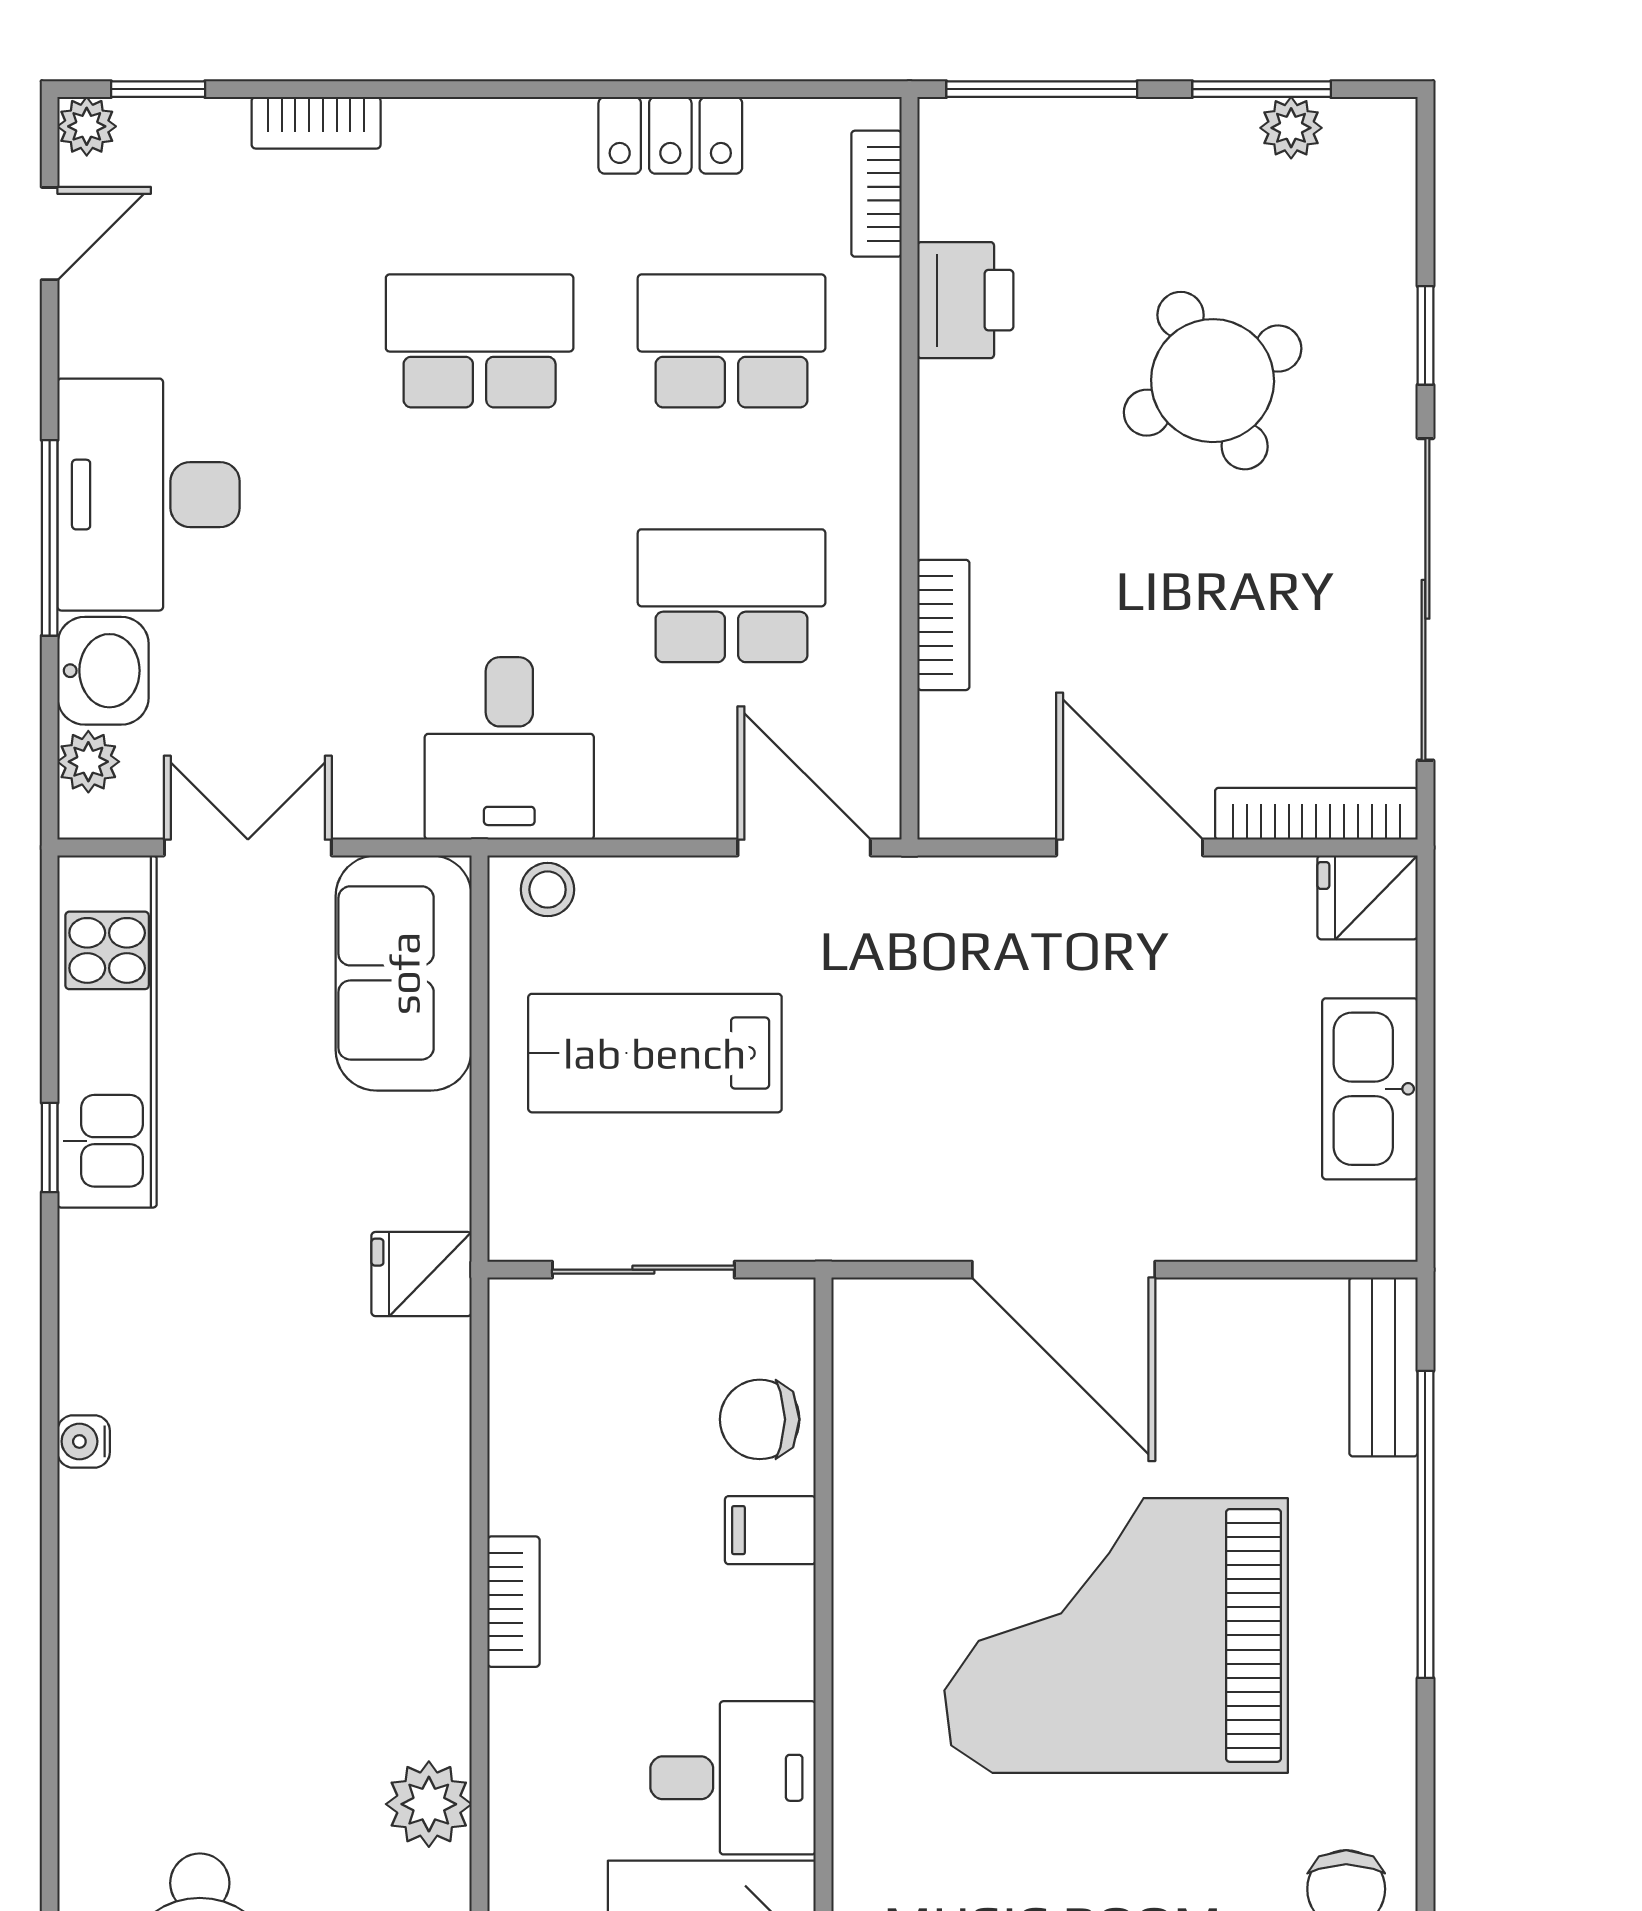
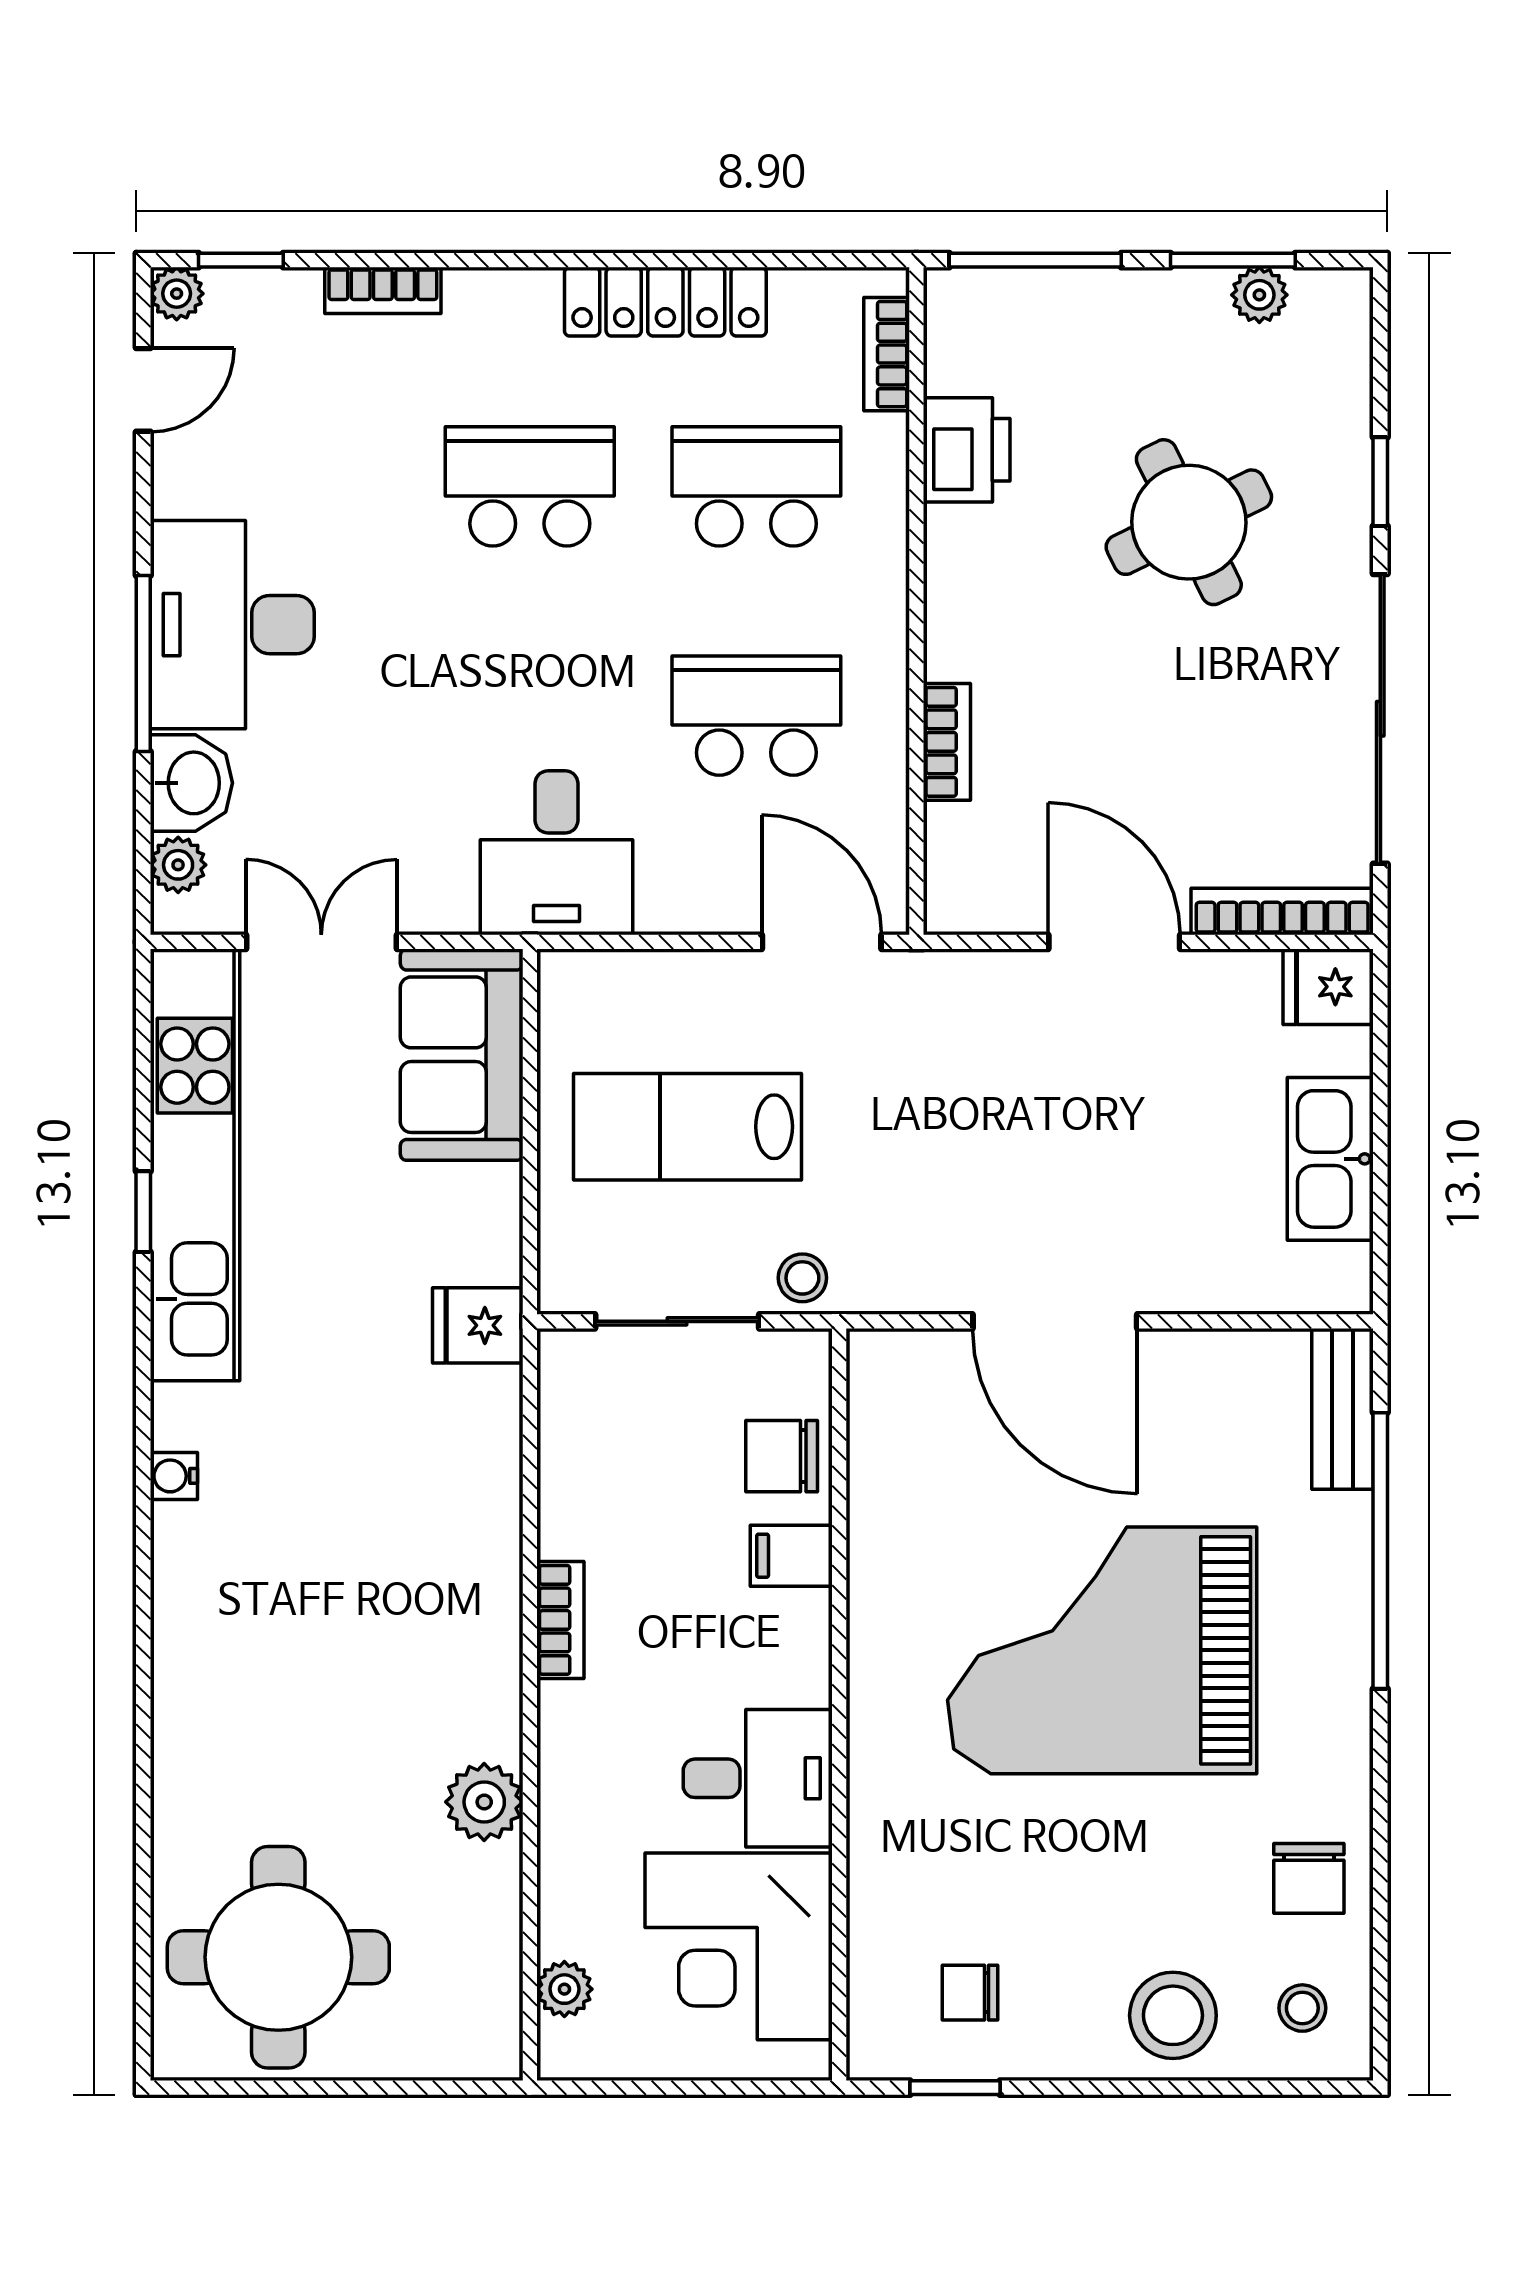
locker: (670, 135) -> (665, 302), width x1.53
stool: (548, 890) -> (802, 1278), moved
kitchen unit: (107, 1031) -> (195, 1165), width x1.36

